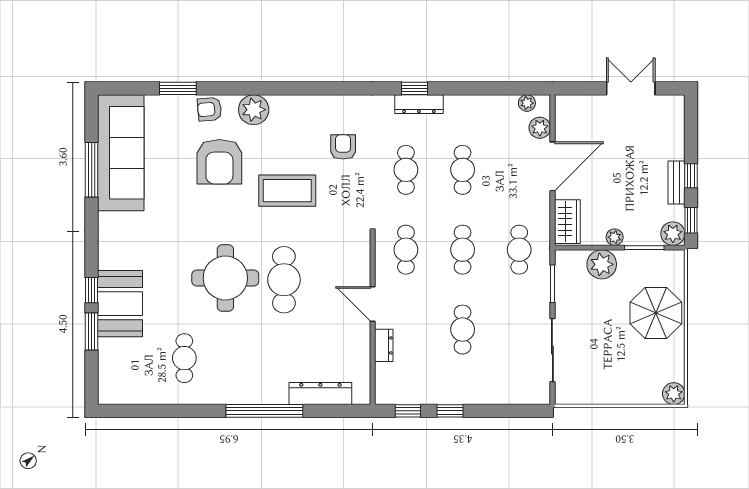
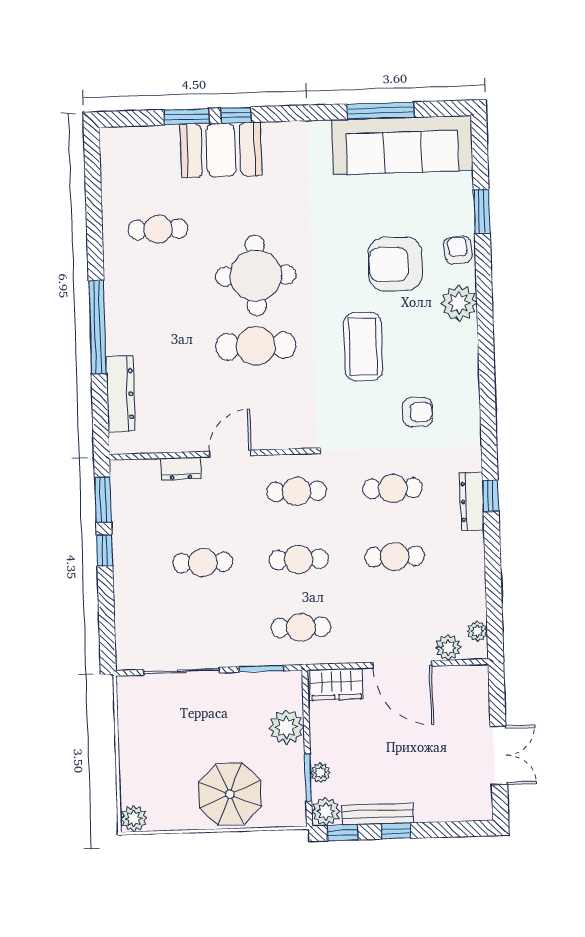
bench: (676, 183) -> (378, 814), width x1.36
plant: (615, 237) -> (320, 773), moved
window: (408, 411) -> (103, 500), width x1.50

